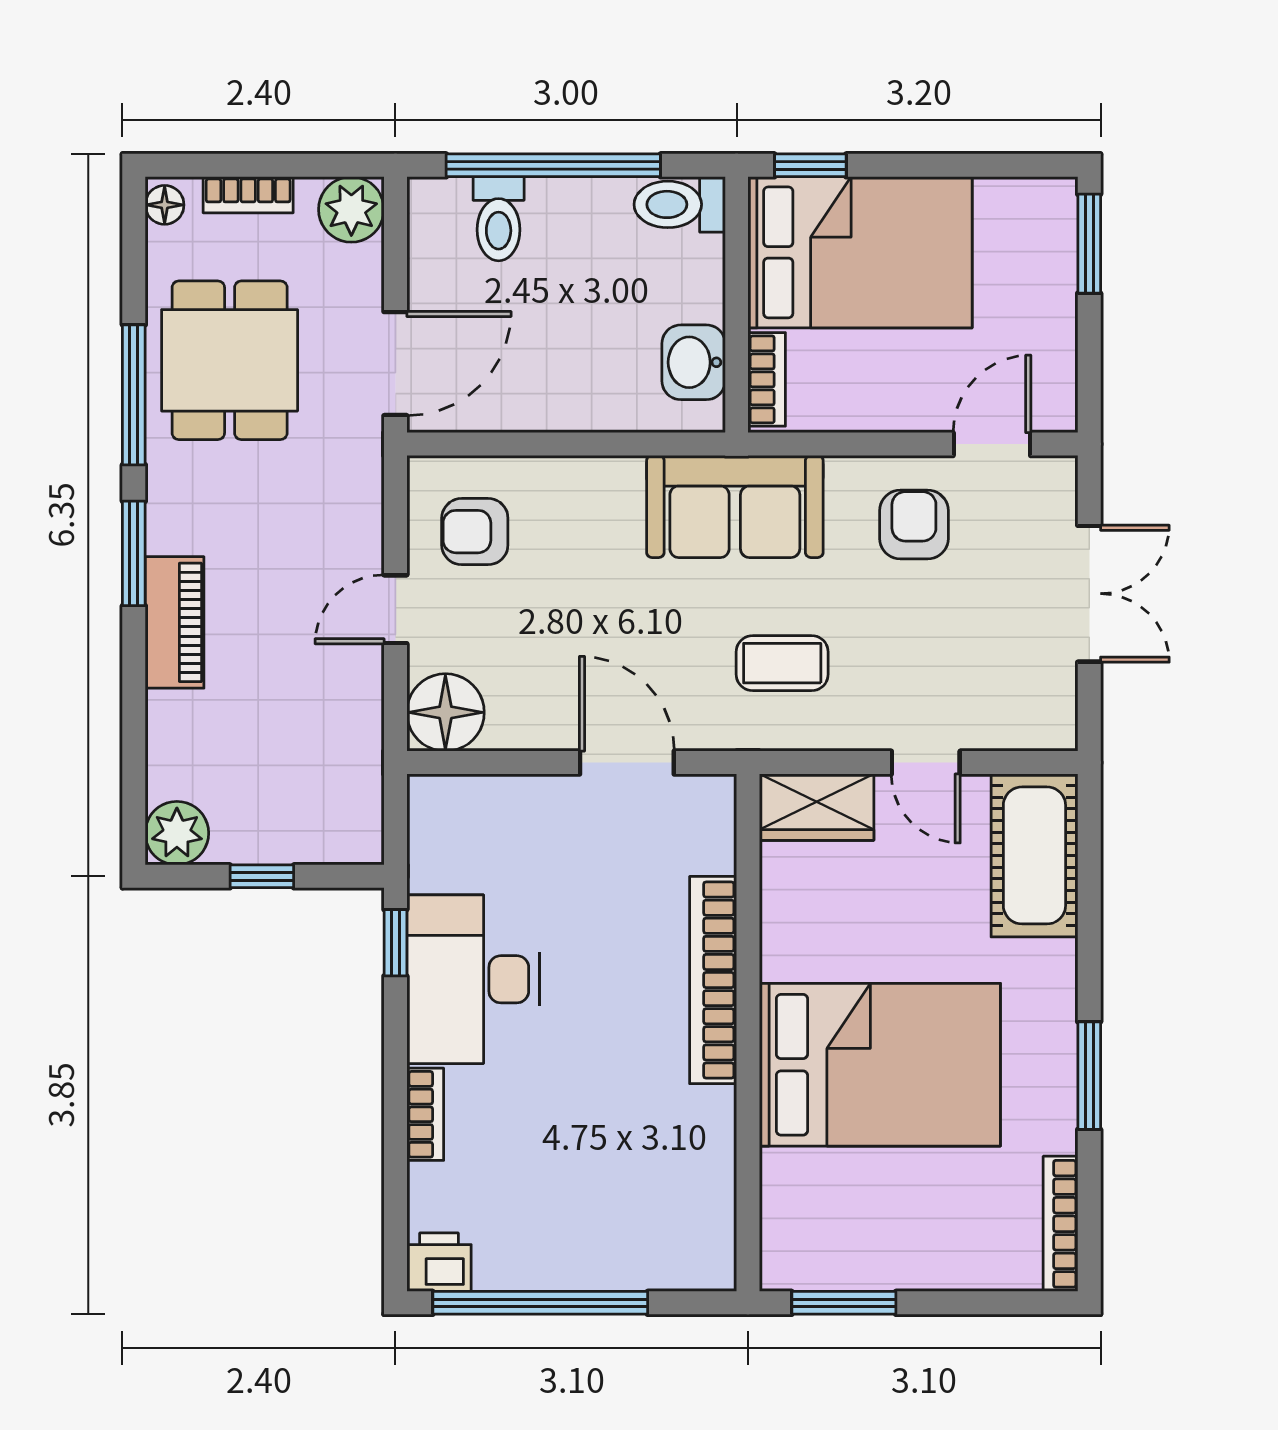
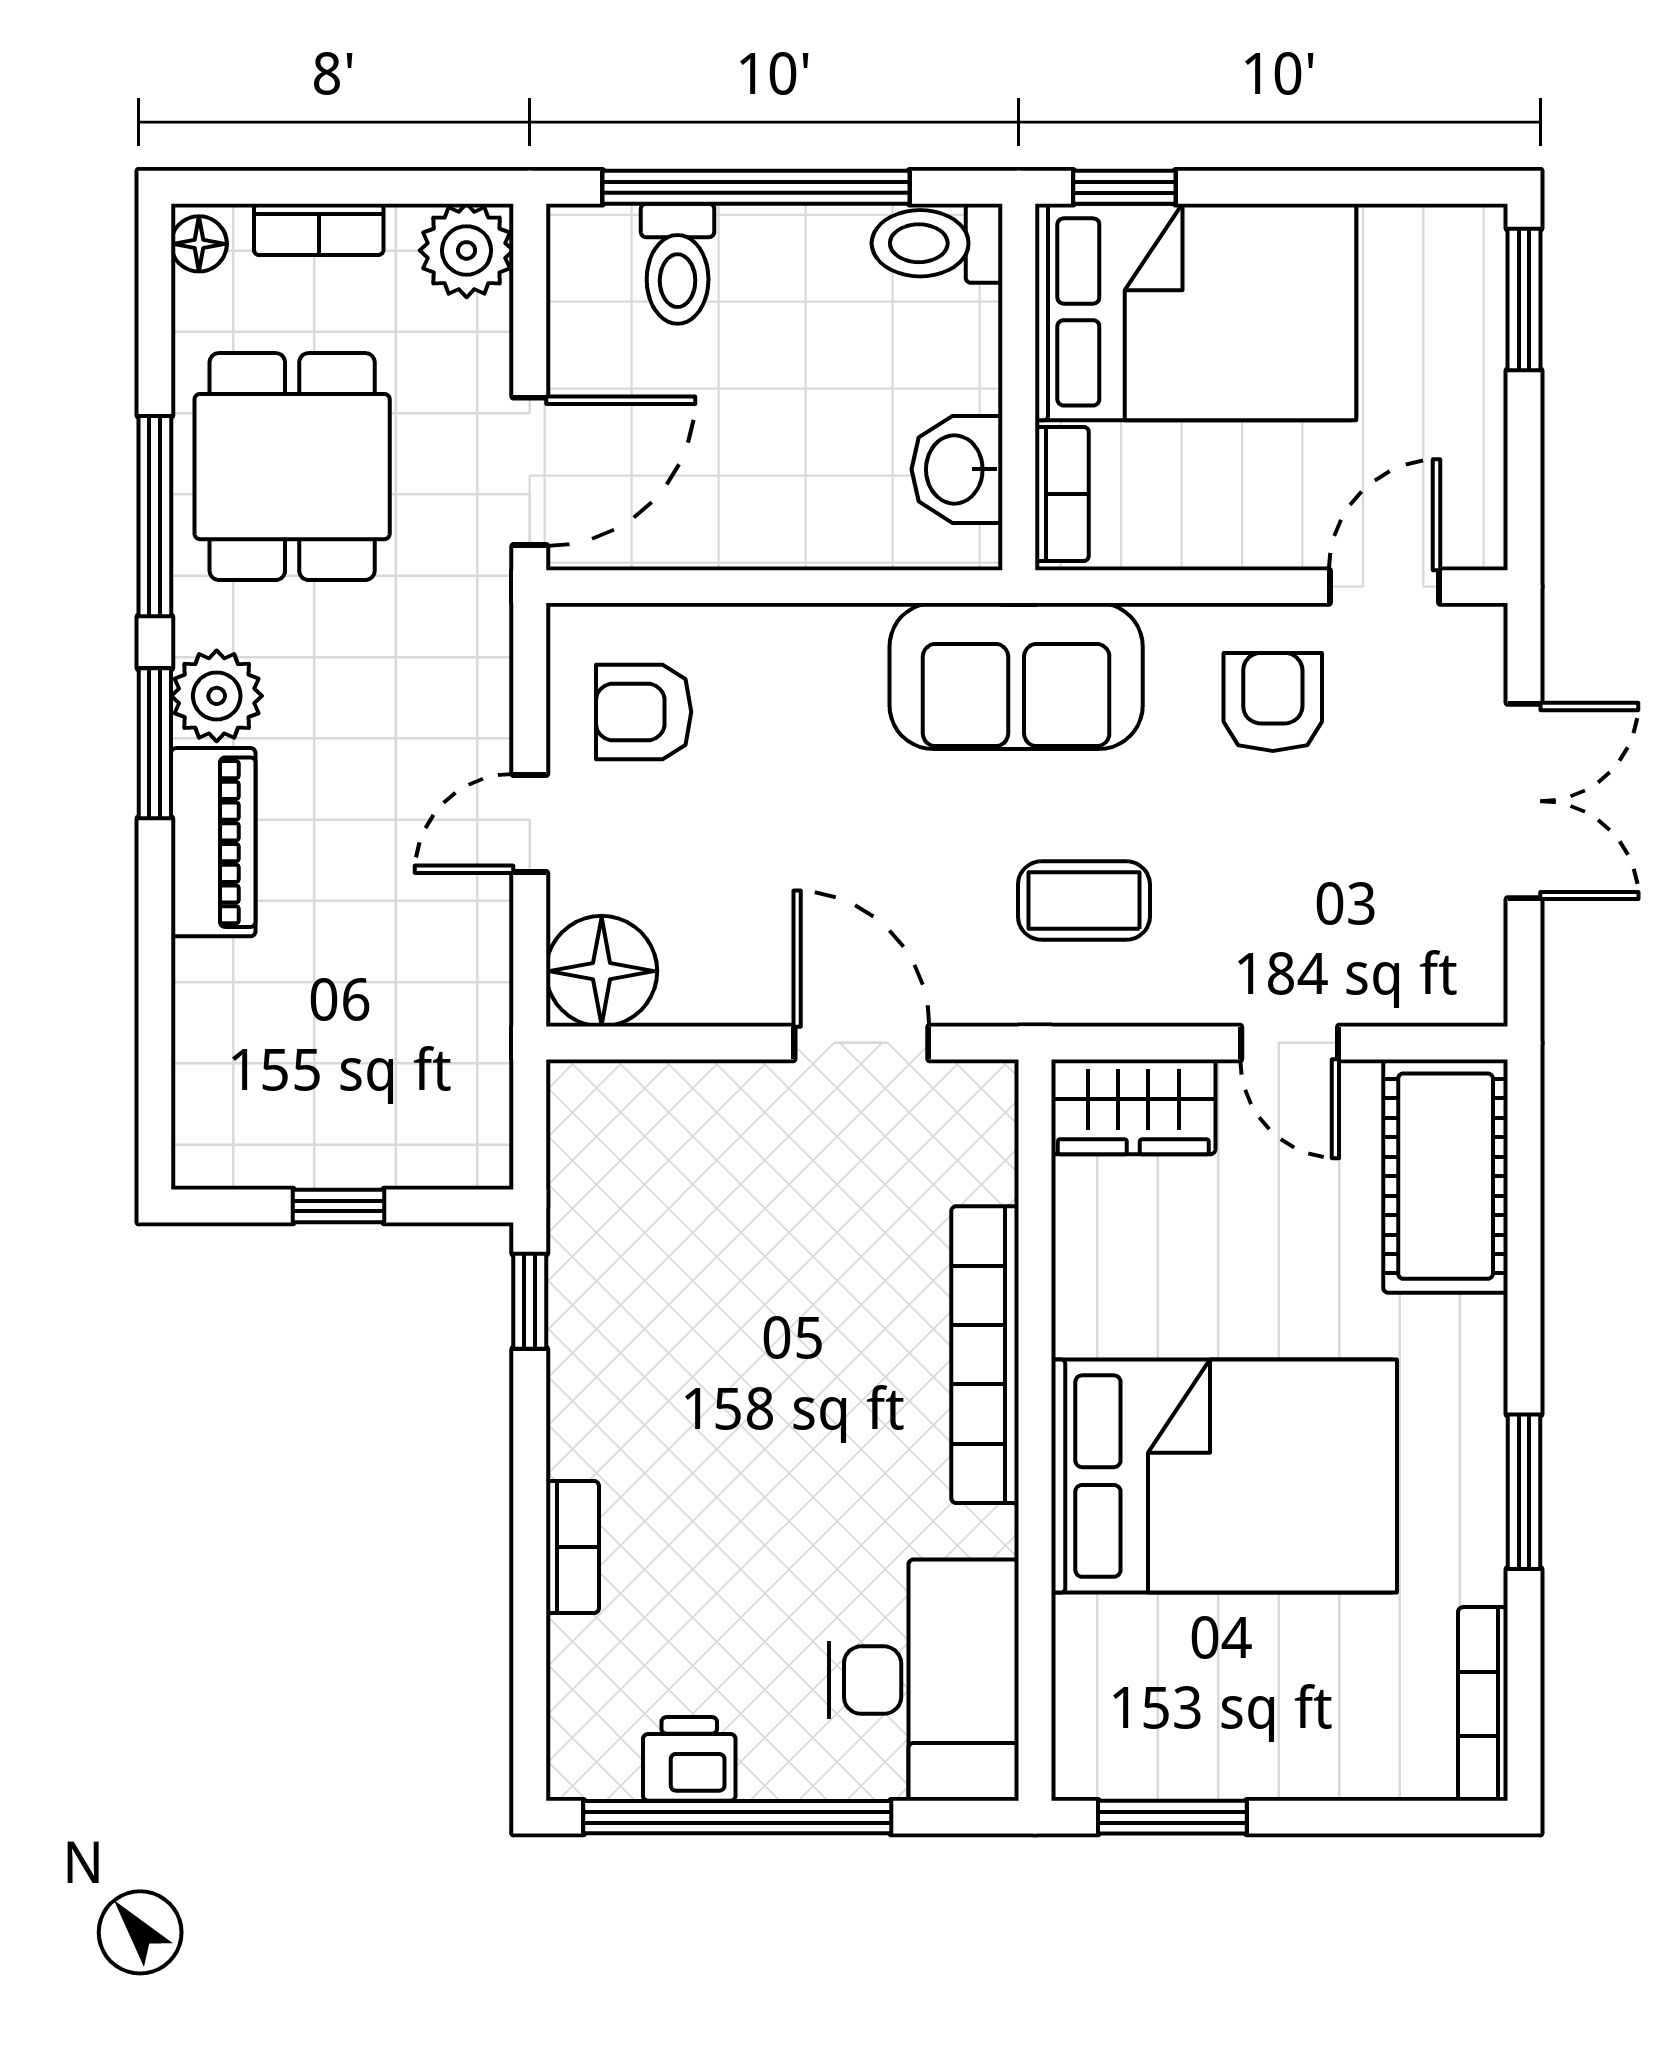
plant: (177, 833) -> (217, 696), moved
desk: (473, 979) -> (924, 1680), moved, turned 180
printer: (439, 1262) -> (689, 1759), moved

